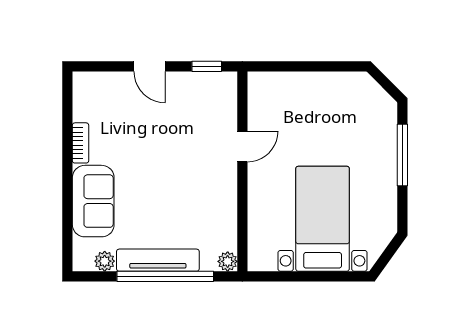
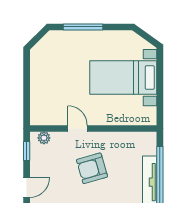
armchair: (180, 169) -> (92, 168), added
plant: (228, 261) -> (44, 138), moved

